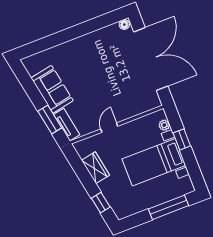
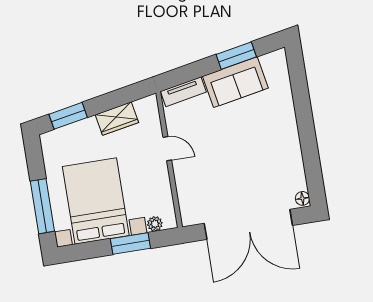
window: (50, 119) -> (236, 56), moved
window: (182, 139) -> (130, 244), width x1.50
bed with nightstands: (154, 162) -> (96, 201), width x1.36
window: (101, 203) -> (68, 116), width x1.50

